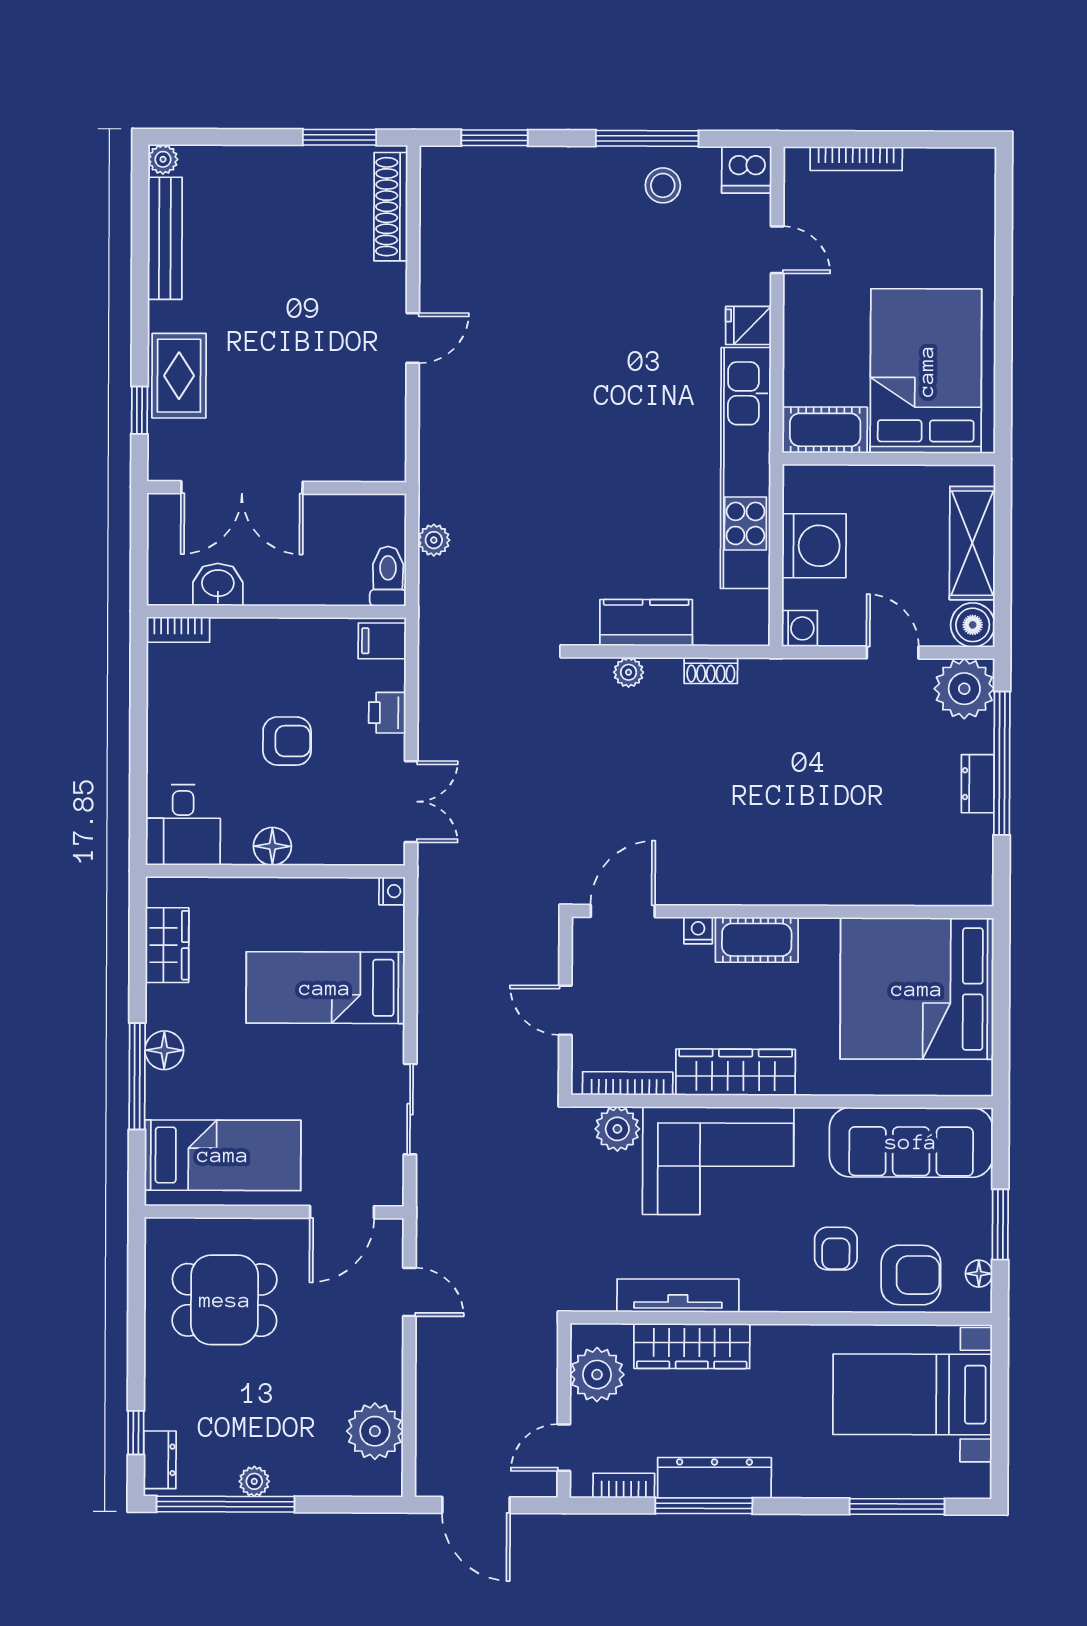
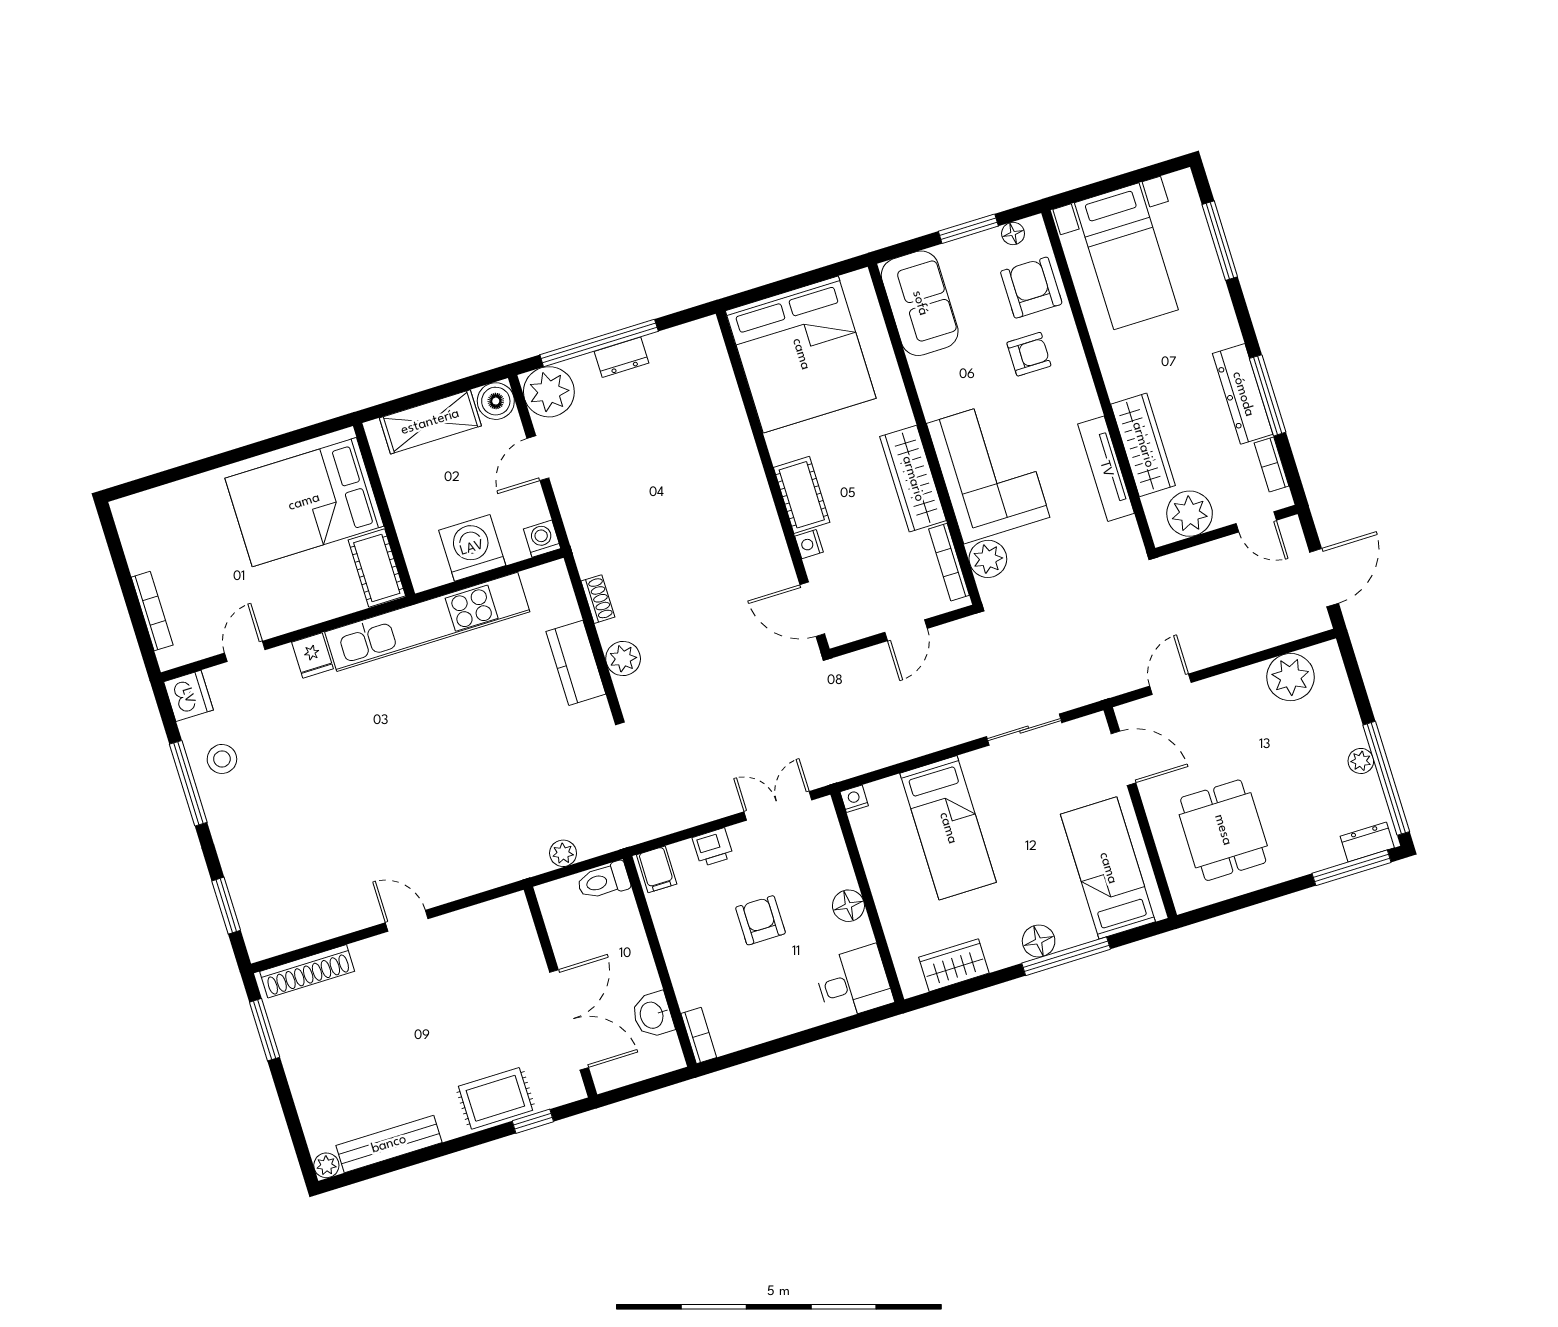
plant: (629, 672) -> (623, 659), width x1.38, depth x1.38
sofa: (911, 1142) -> (920, 303), width x0.73
window: (136, 1433) -> (1352, 868), width x2.17

